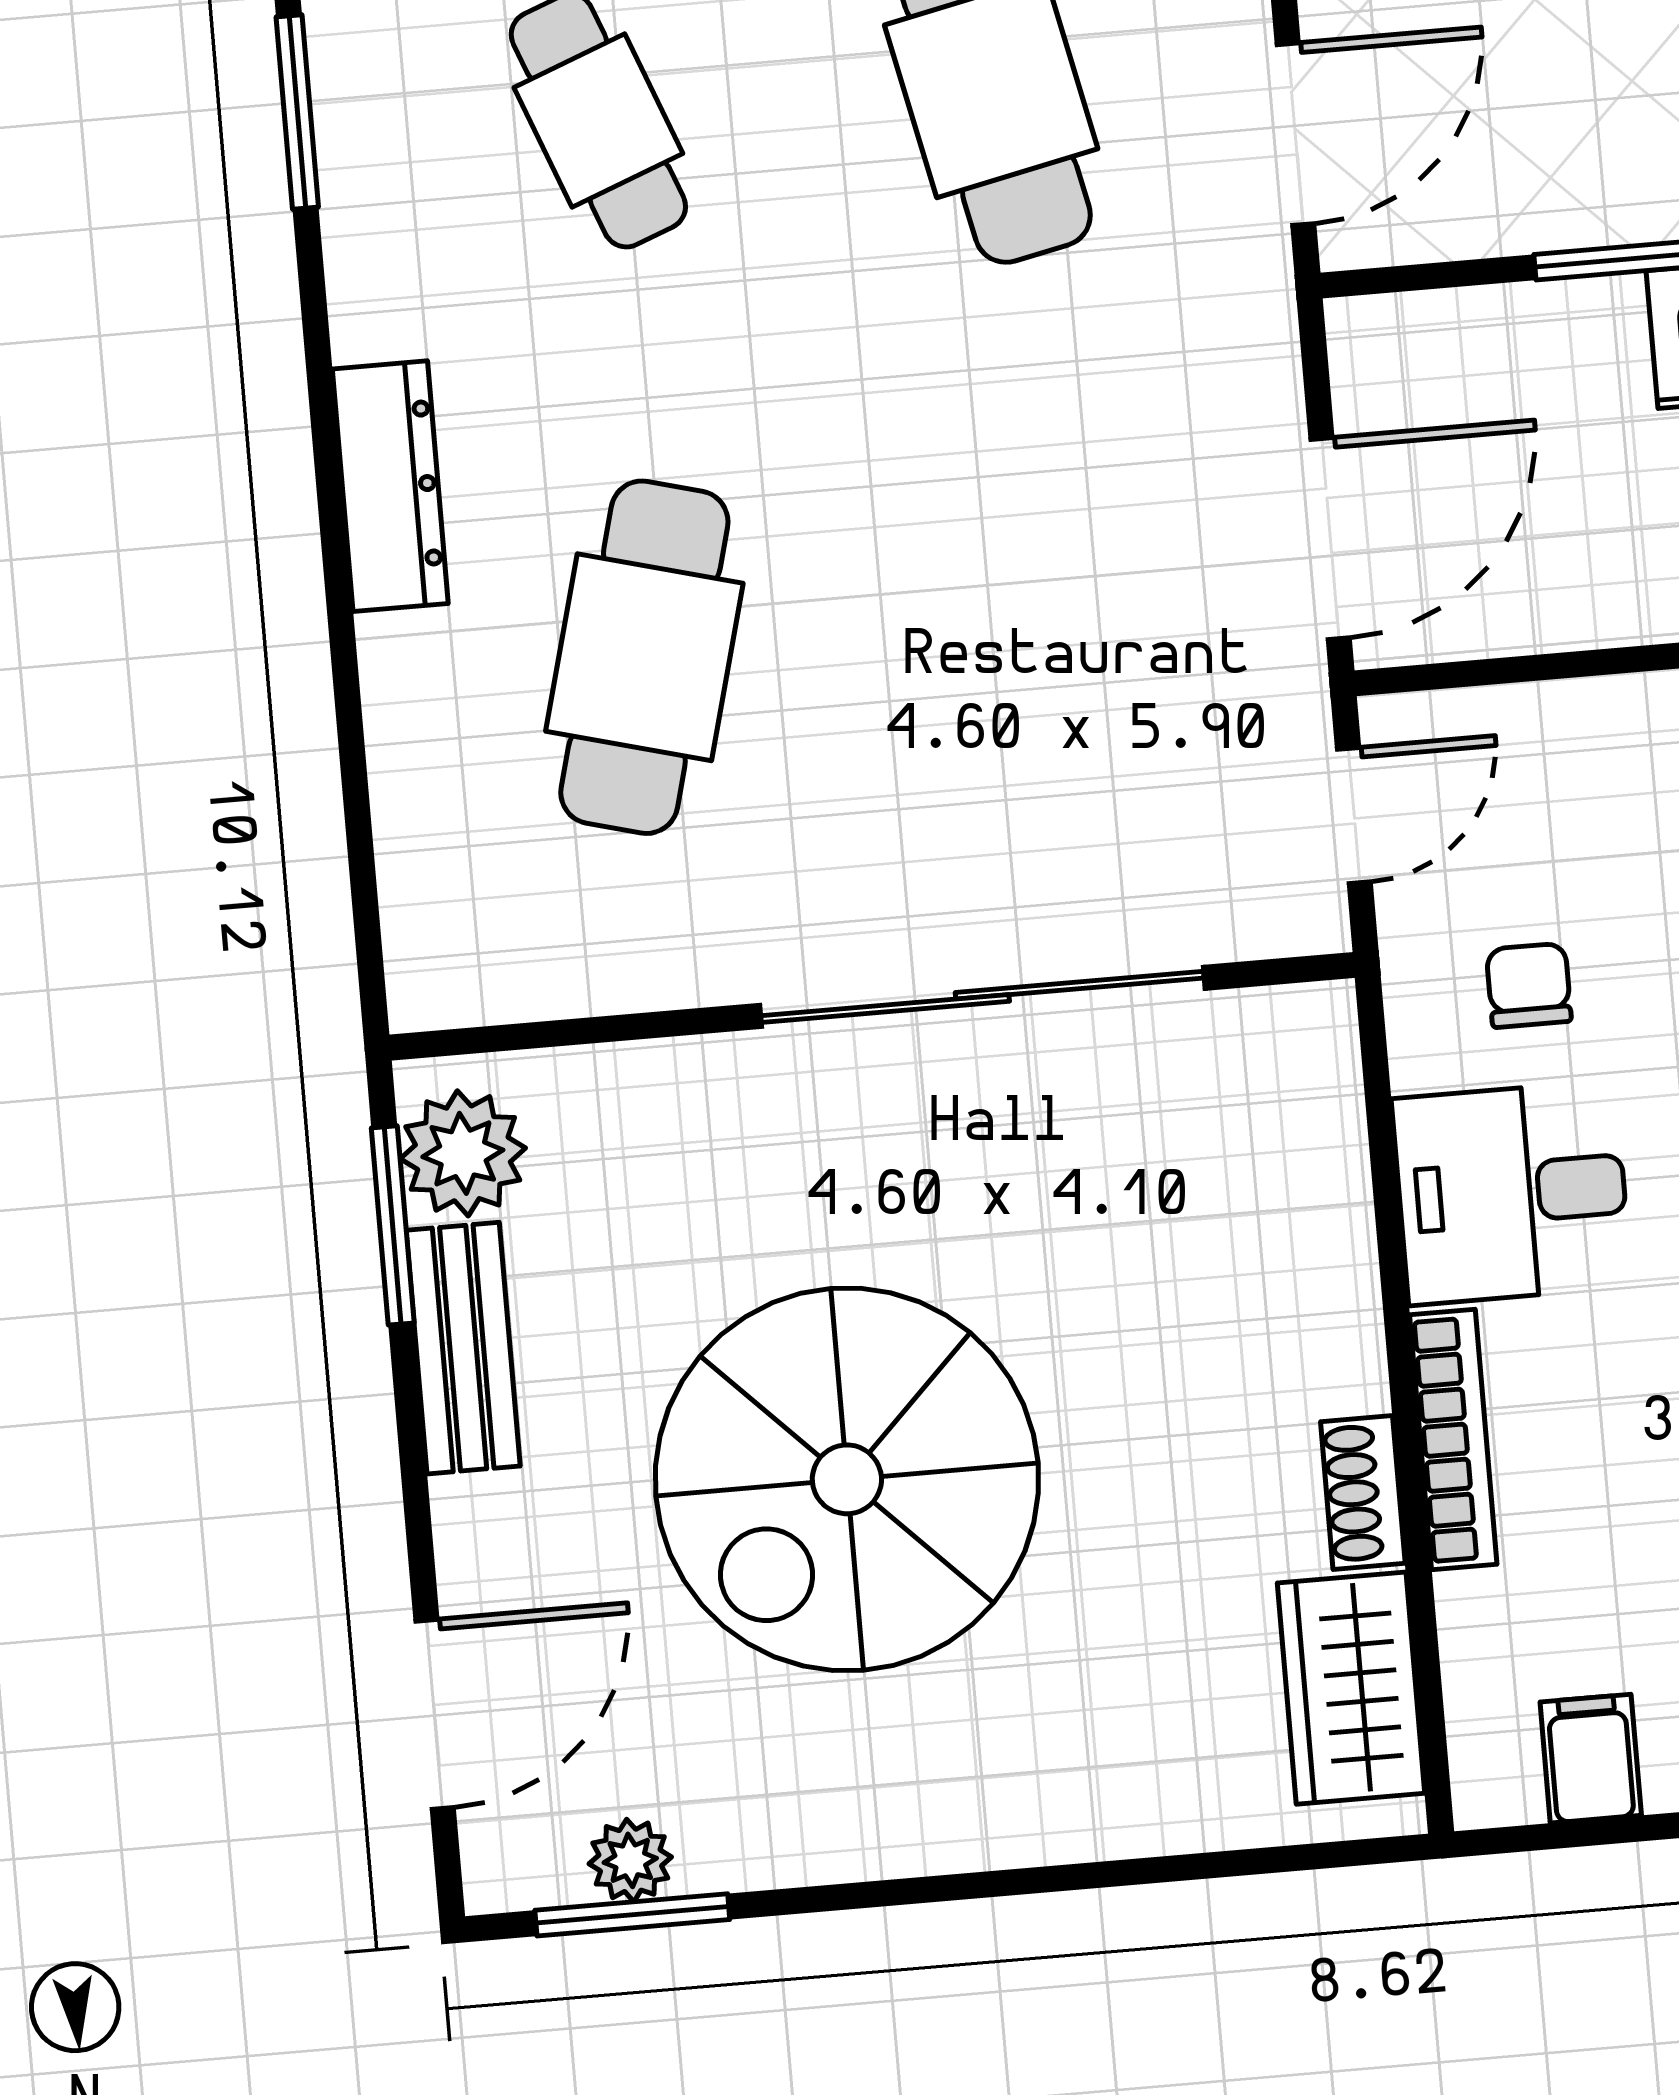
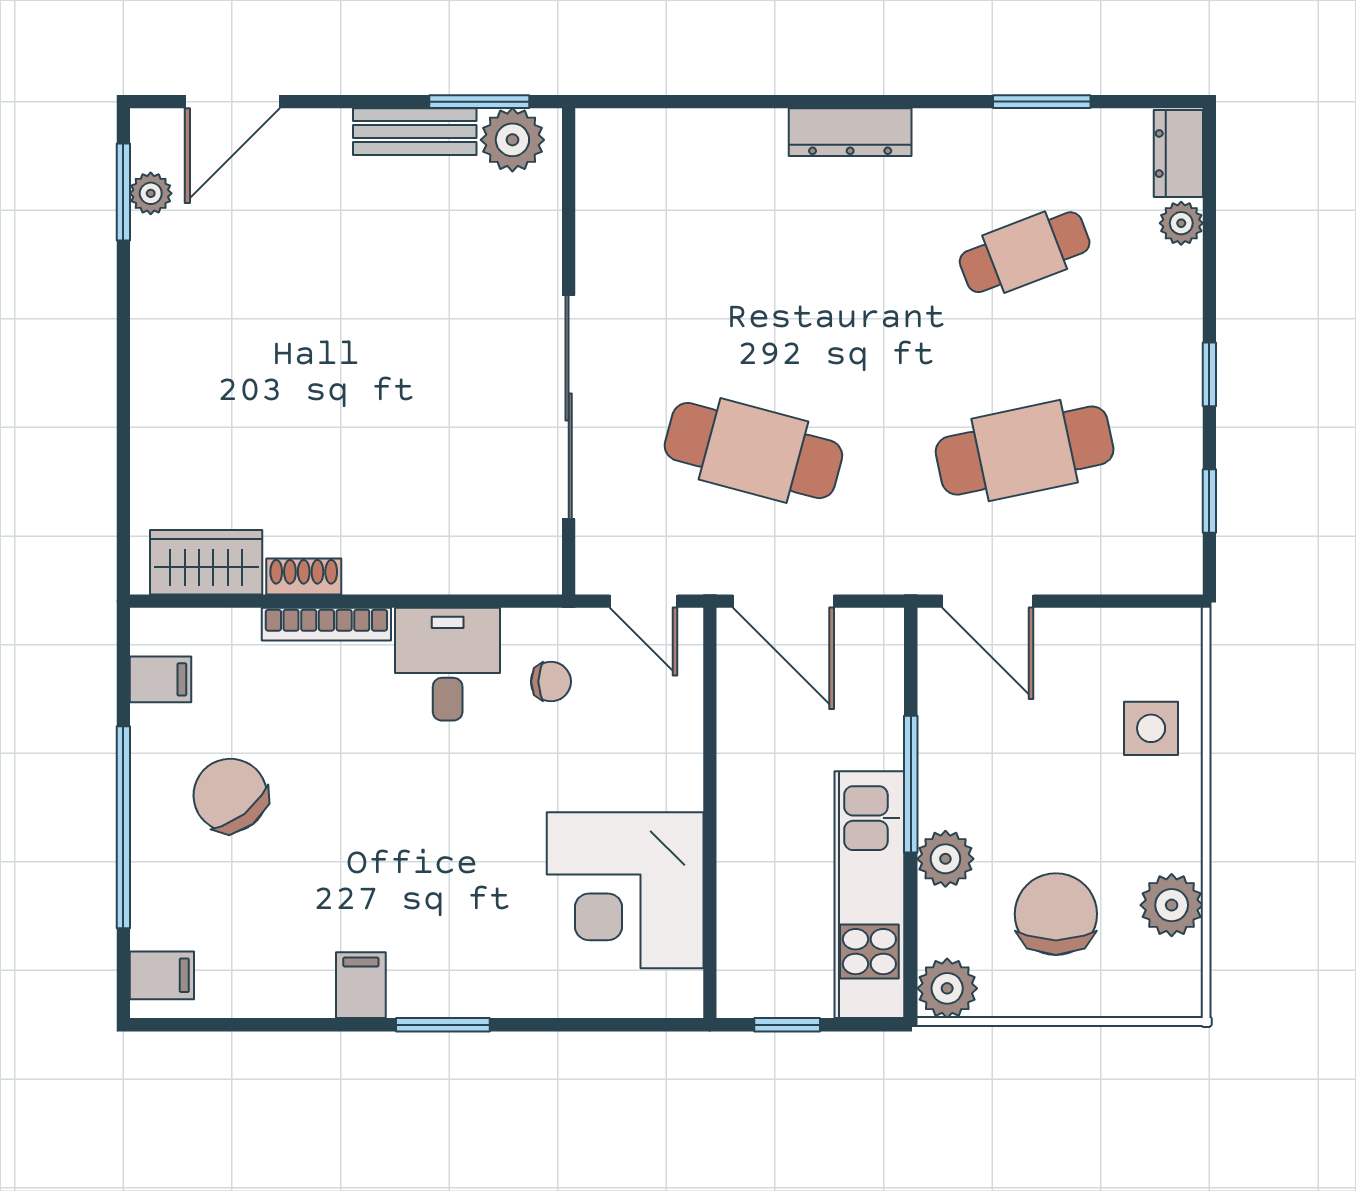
cafe table: (644, 657) -> (753, 451), moved
spiral stairs: (847, 1479) -> (332, 318), removed
door: (435, 1714) -> (232, 102), hinge flipped

